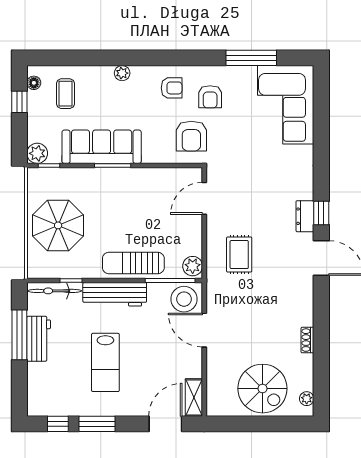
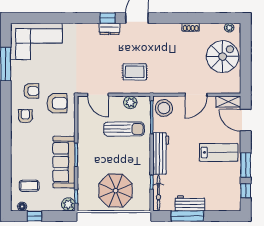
plant: (122, 73) -> (16, 149), removed
sun lounger: (133, 263) -> (124, 129), moved, turned -90
plant: (193, 266) -> (130, 102), moved
door: (204, 330) -> (196, 95), moved
lab bench: (105, 362) -> (219, 152), moved

